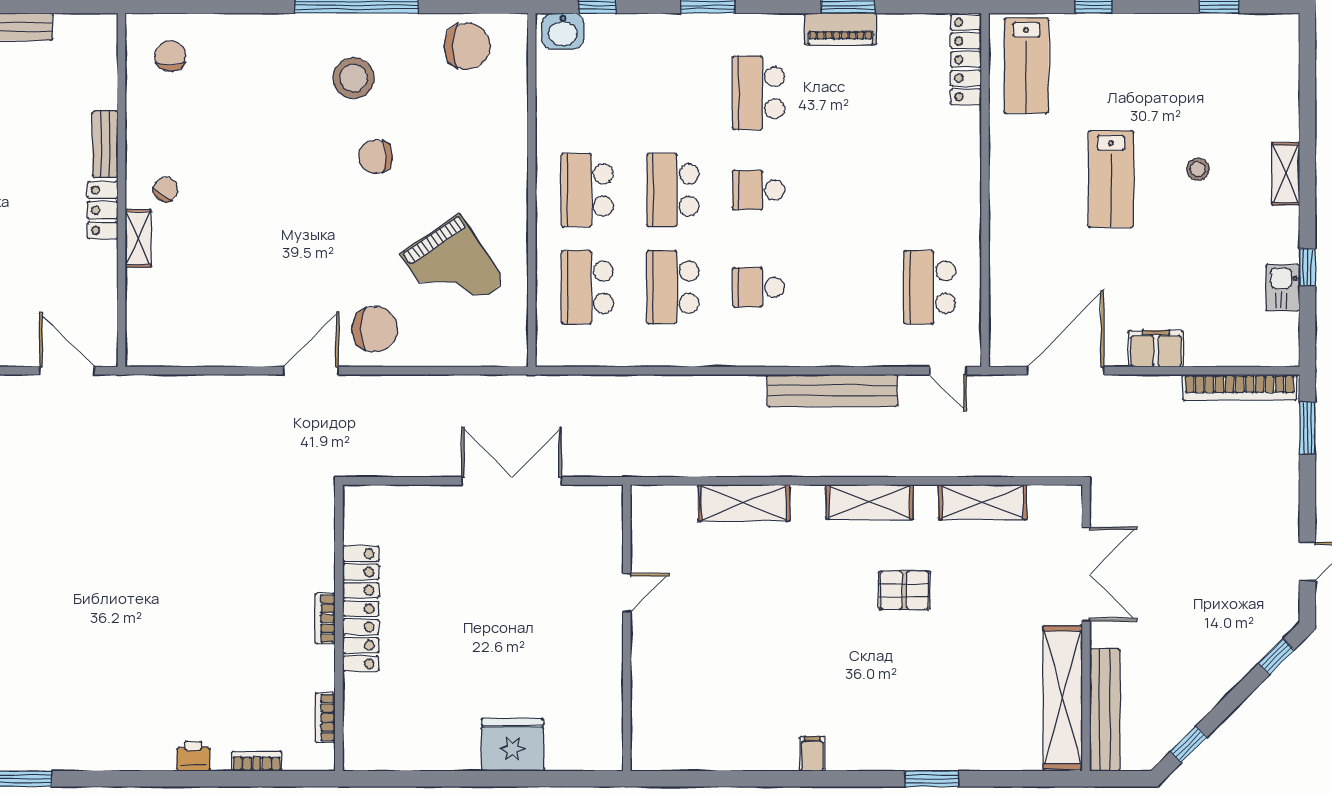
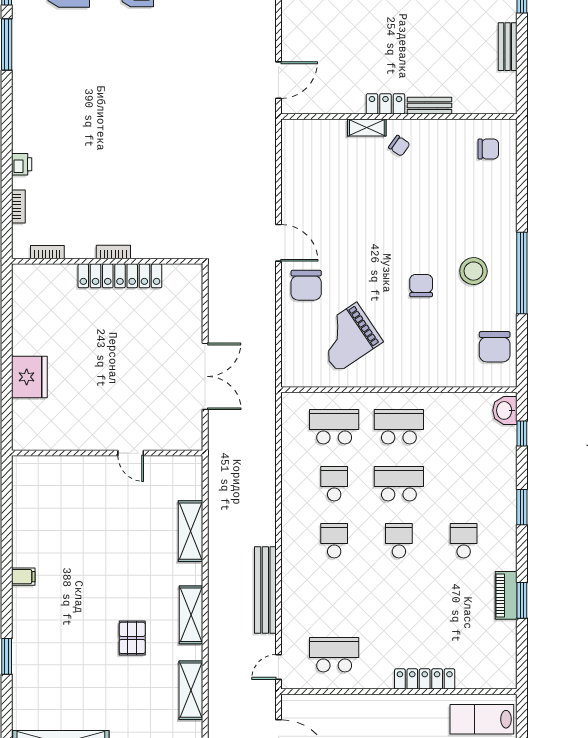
locker: (966, 60) -> (425, 679), moved
school desk: (758, 93) -> (464, 541), width x0.54
school desk: (673, 287) -> (334, 484), width x0.54

